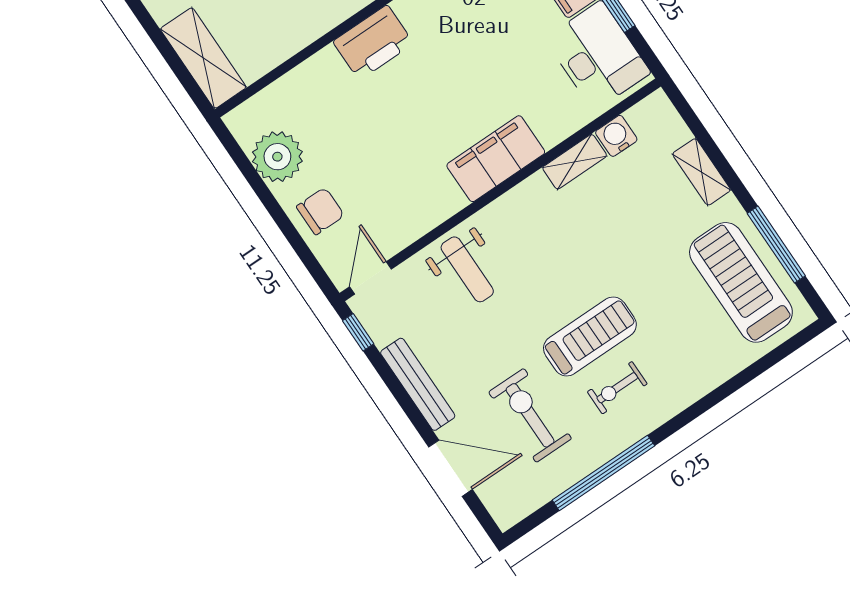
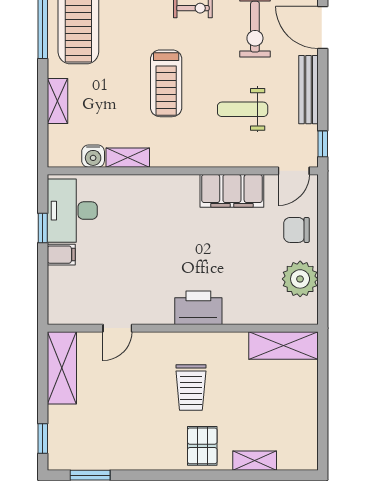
shelving: (203, 58) -> (283, 345), moved, turned 90
filing cabinet: (496, 159) -> (232, 191), moved
weight bench: (467, 269) -> (243, 109), moved, turned -90
treadmill: (590, 336) -> (166, 83), moved, turned -90

